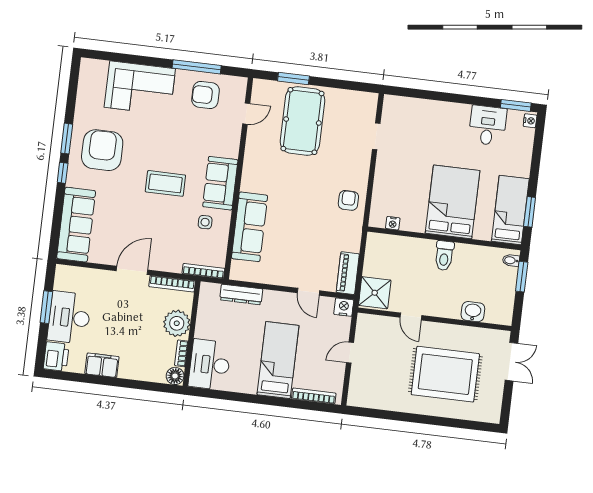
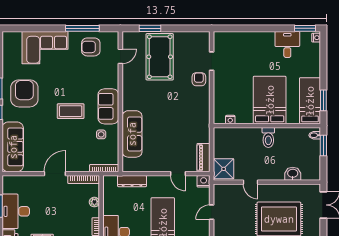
armchair: (348, 200) -> (199, 79), moved
plant: (177, 323) -> (94, 202), width x0.53, depth x0.53

